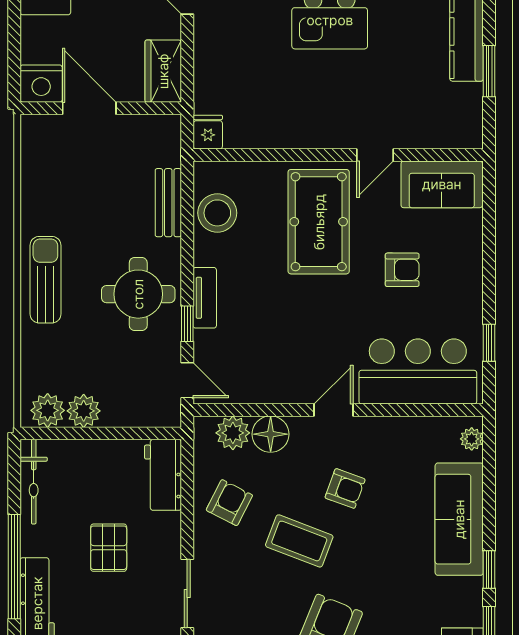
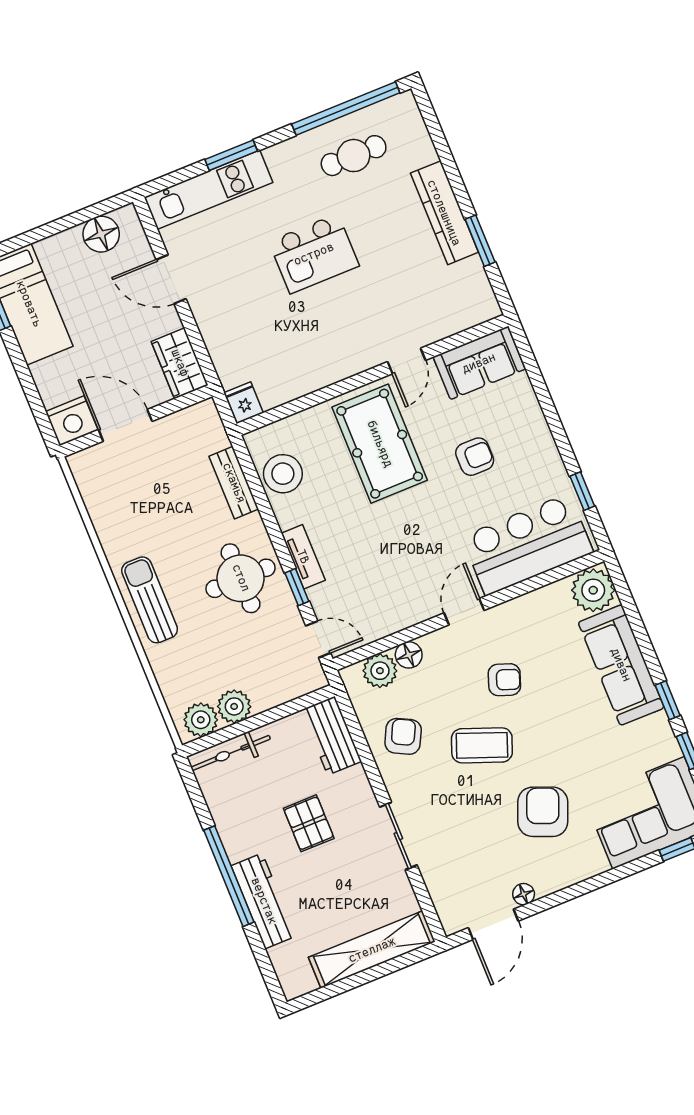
floor lamp: (271, 434) -> (409, 655), width x0.73, depth x0.73
plant: (472, 439) -> (593, 590), width x1.88, depth x1.88
bicycle: (34, 482) -> (231, 753), moved, turned 90

